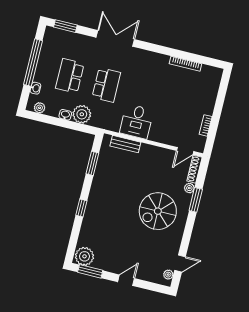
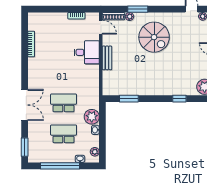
double door: (115, 38) -> (25, 105), swing flipped
school desk: (70, 76) -> (64, 134), turned 180
desk: (137, 121) -> (87, 52), moved
bench: (125, 144) -> (107, 58), moved
window: (81, 208) -> (179, 99), moved

